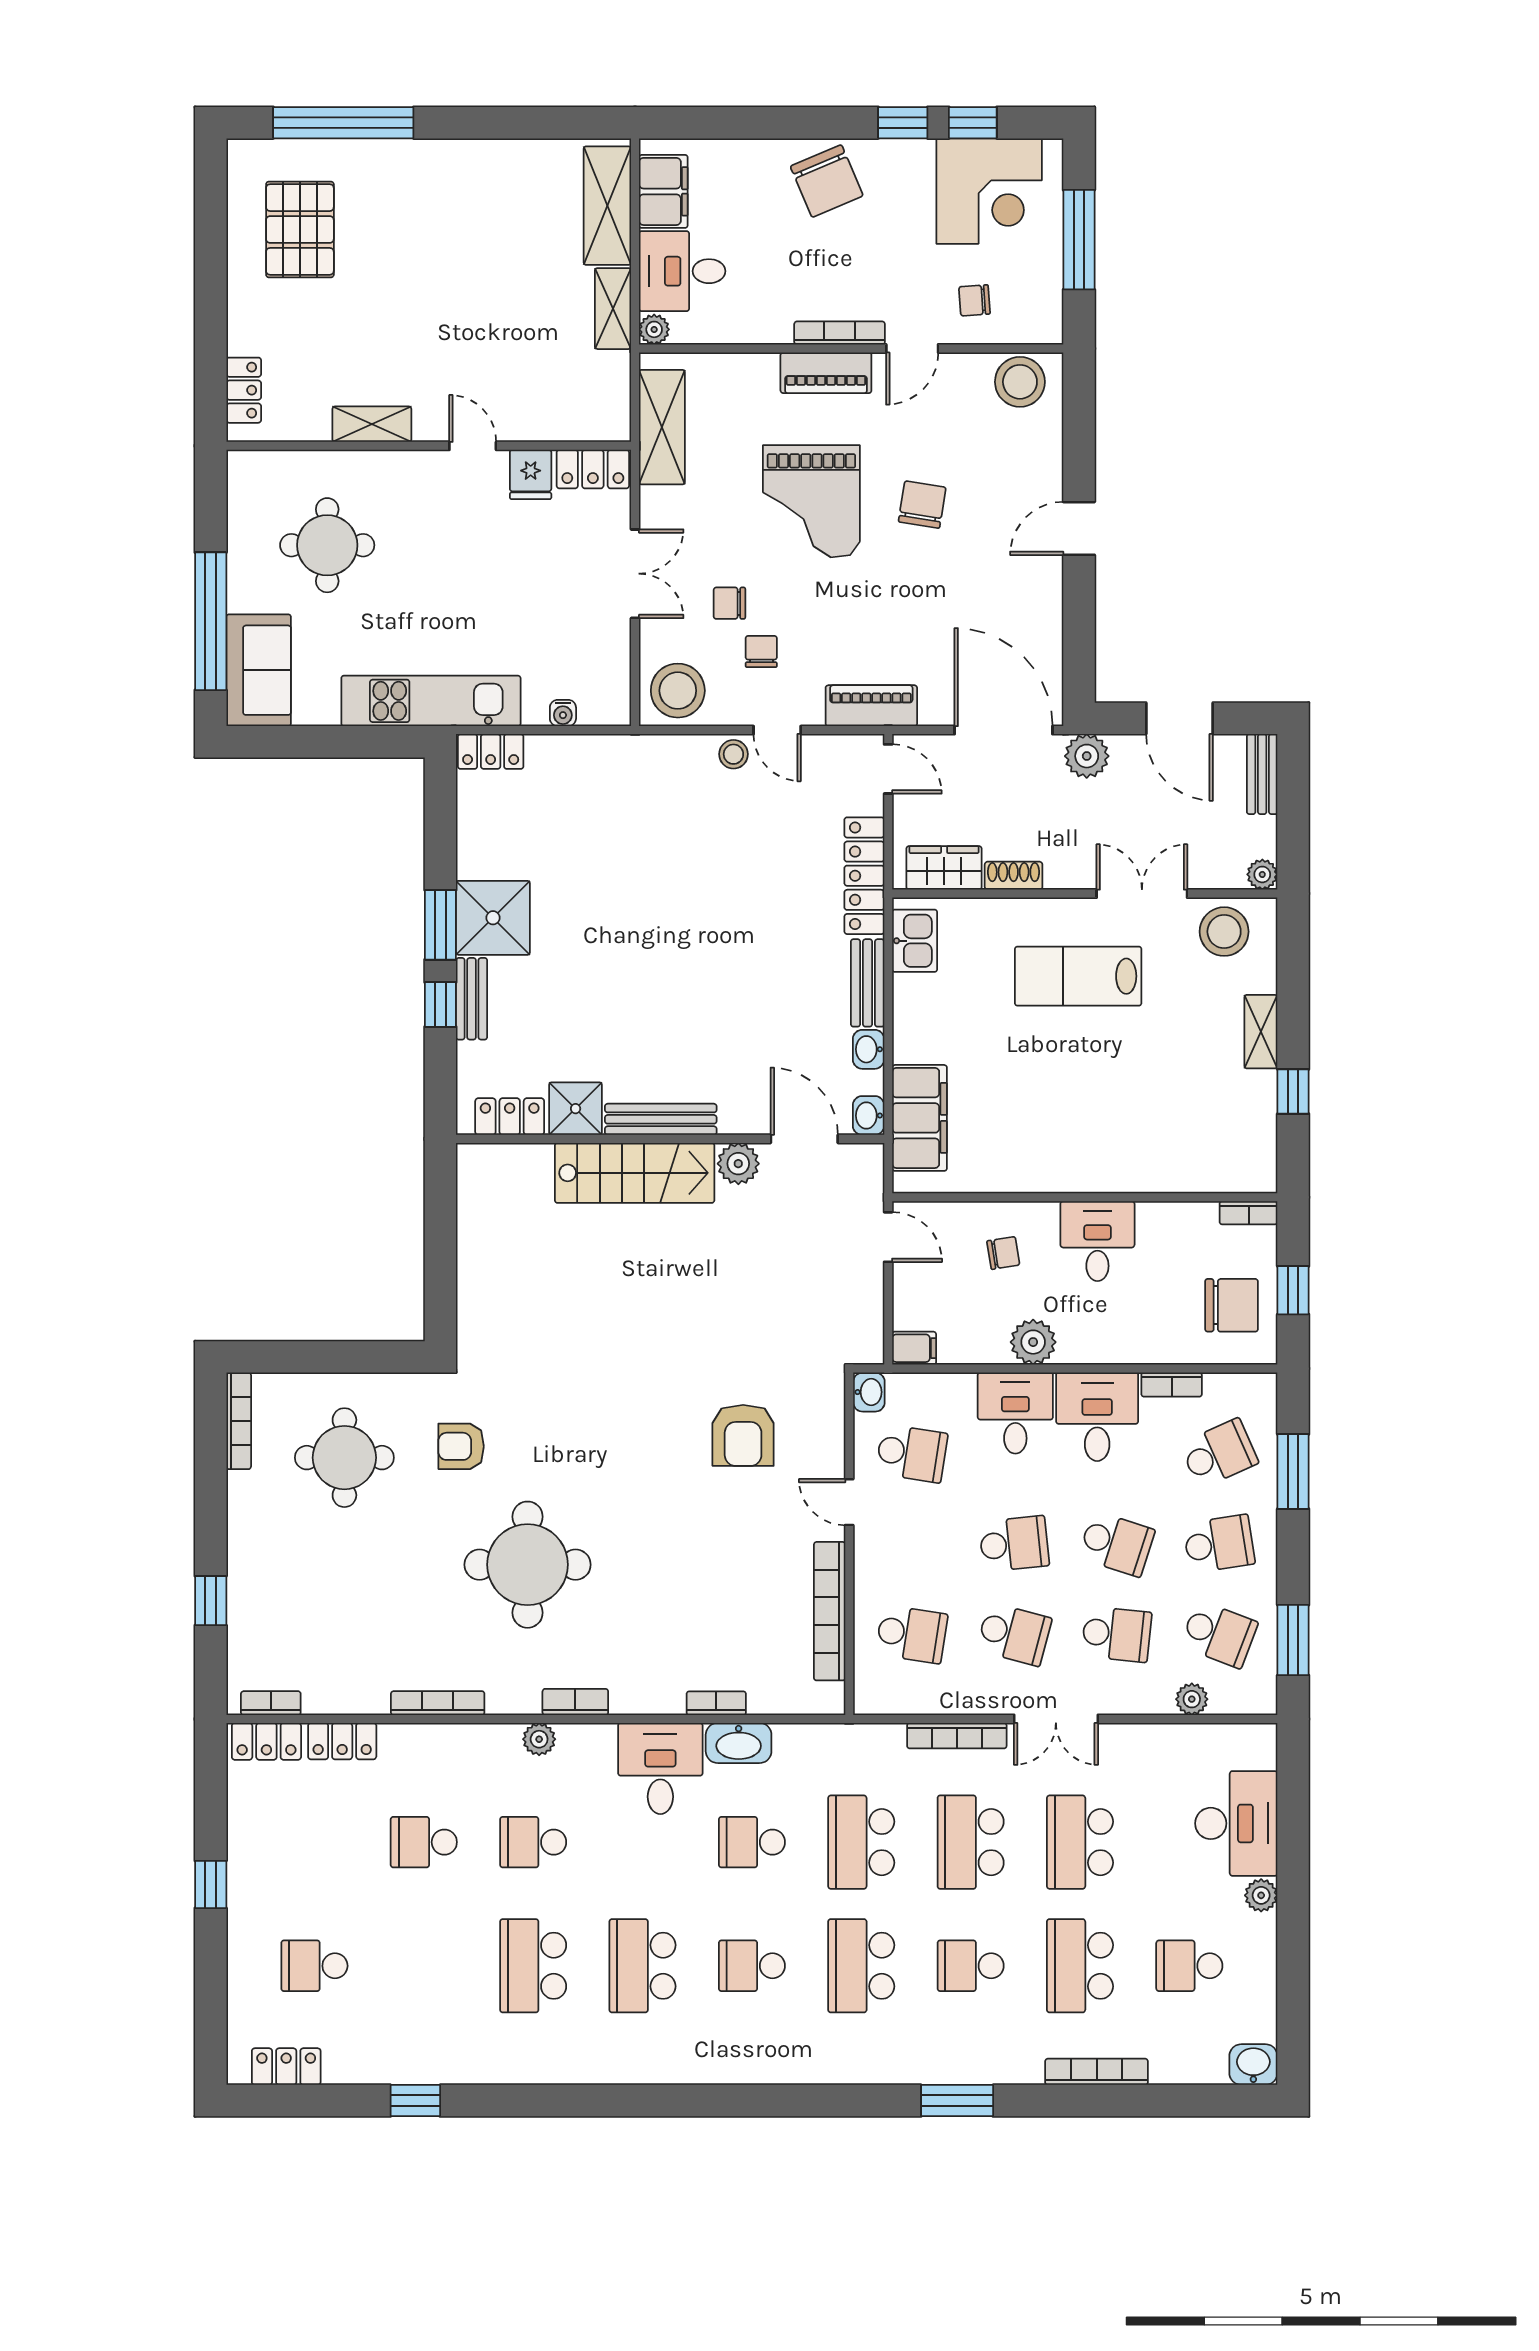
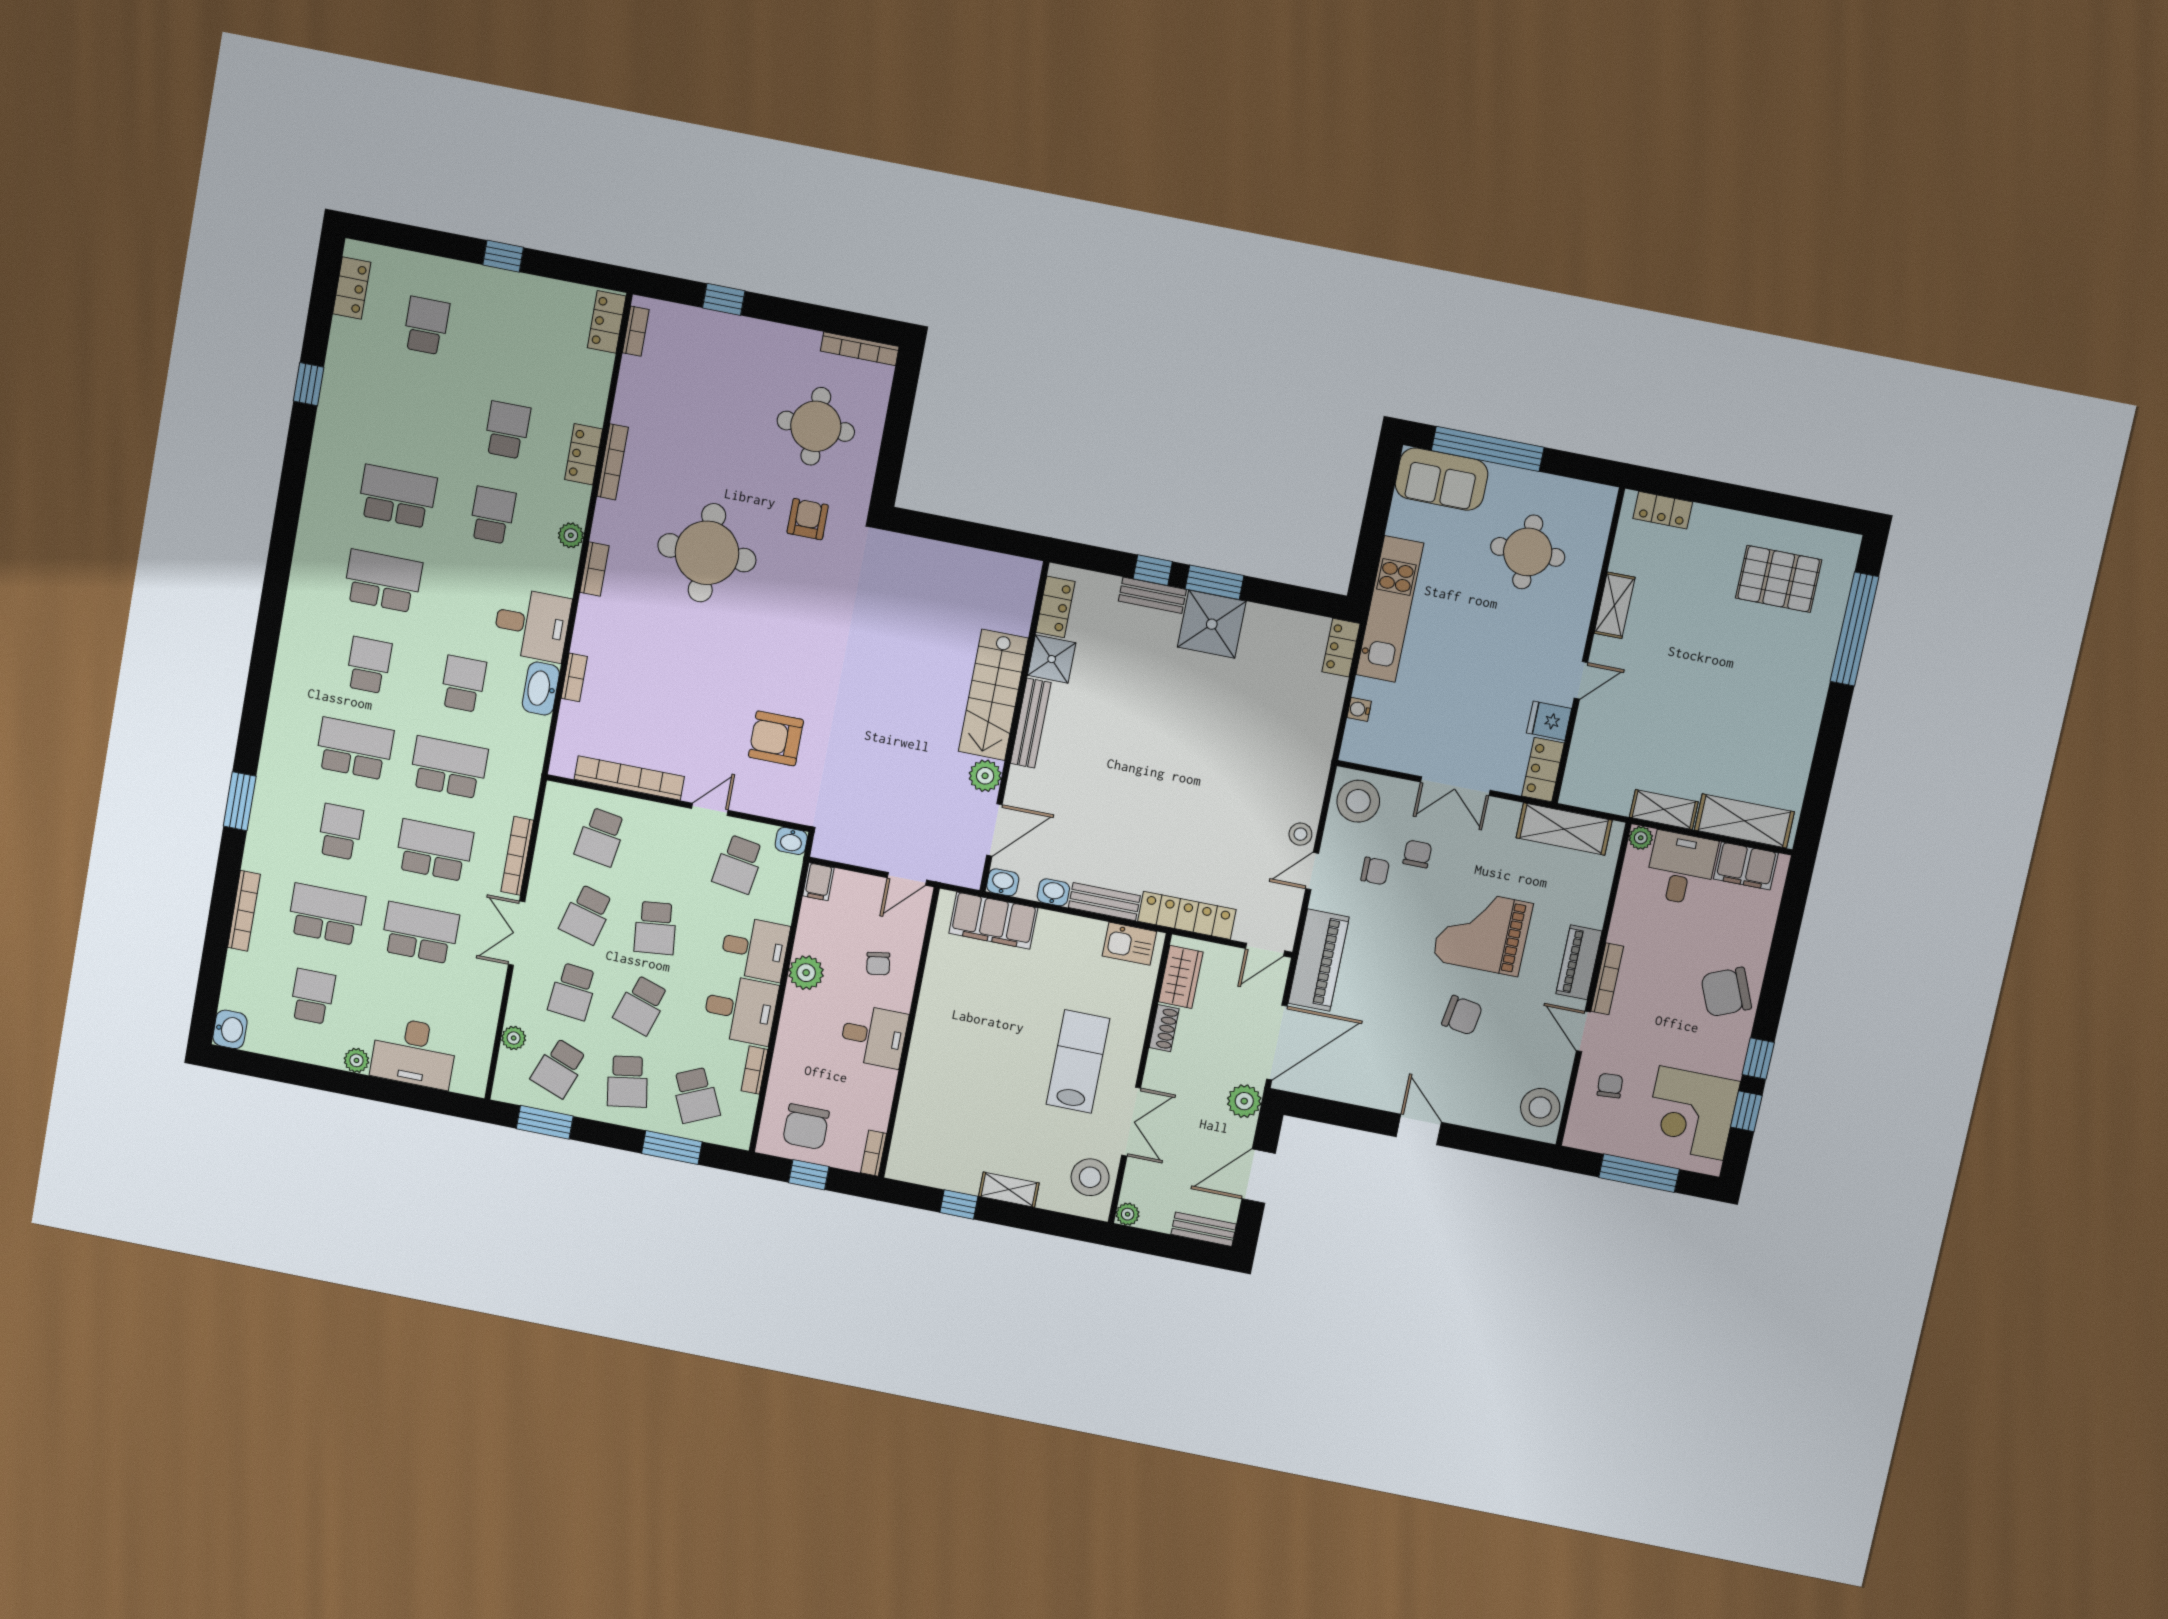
piano: (871, 706) -> (1319, 960), width x1.37, depth x1.33
locker: (342, 1741) -> (584, 454), moved

